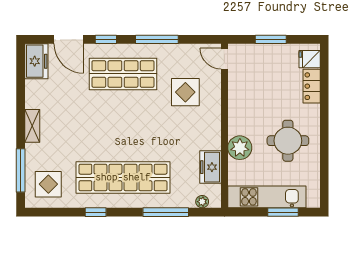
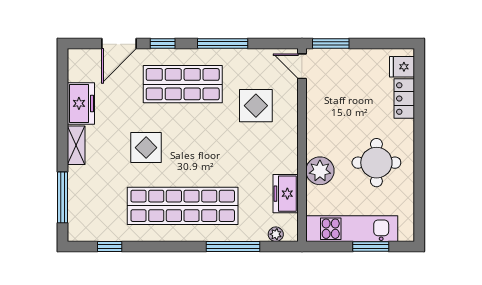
door: (69, 39) -> (119, 43), hinge flipped
window: (271, 39) -> (331, 43), moved
freezer: (36, 61) -> (81, 103), moved
display table: (48, 184) -> (146, 148), moved
window: (96, 212) -> (110, 247), moved

